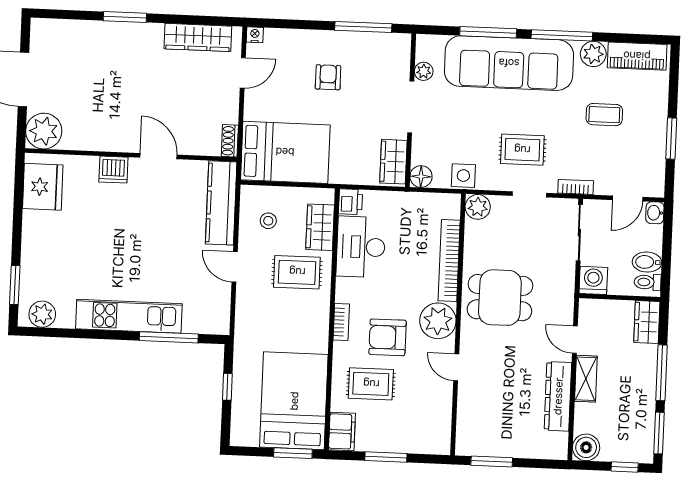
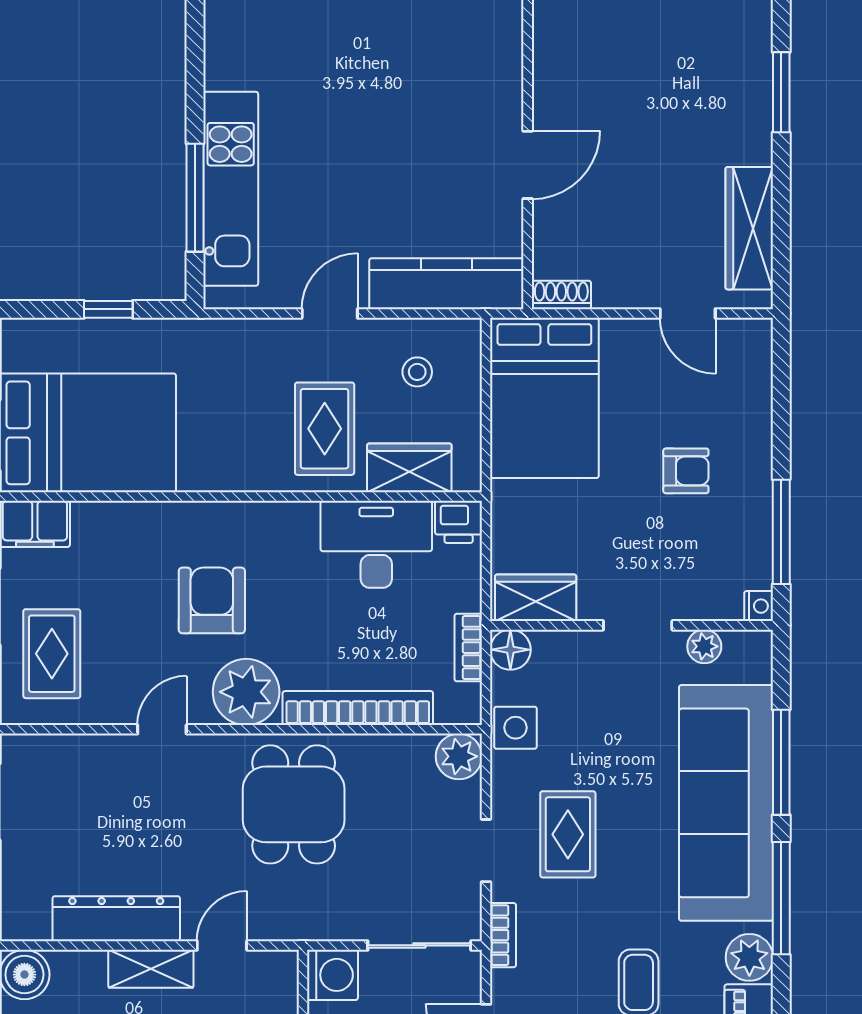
nightstand: (255, 35) -> (759, 606), moved
doorway: (411, 107) -> (638, 625), width x0.73
dishwasher: (113, 170) -> (499, 83), removed
kitchen unit: (129, 316) -> (231, 189), moved
bookcase: (341, 322) -> (468, 648), moved, turned 90
rug: (371, 384) -> (52, 654), moved

